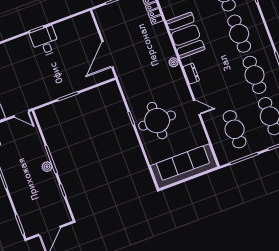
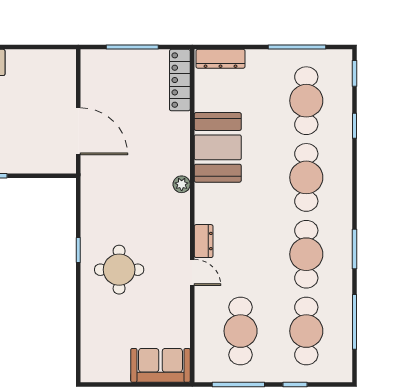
door: (107, 54) -> (78, 131), swing flipped
dresser: (191, 74) -> (204, 241), moved
round table: (157, 121) -> (119, 270), width x0.73, depth x0.73
sofa: (184, 166) -> (160, 365), width x0.54, depth x0.79

